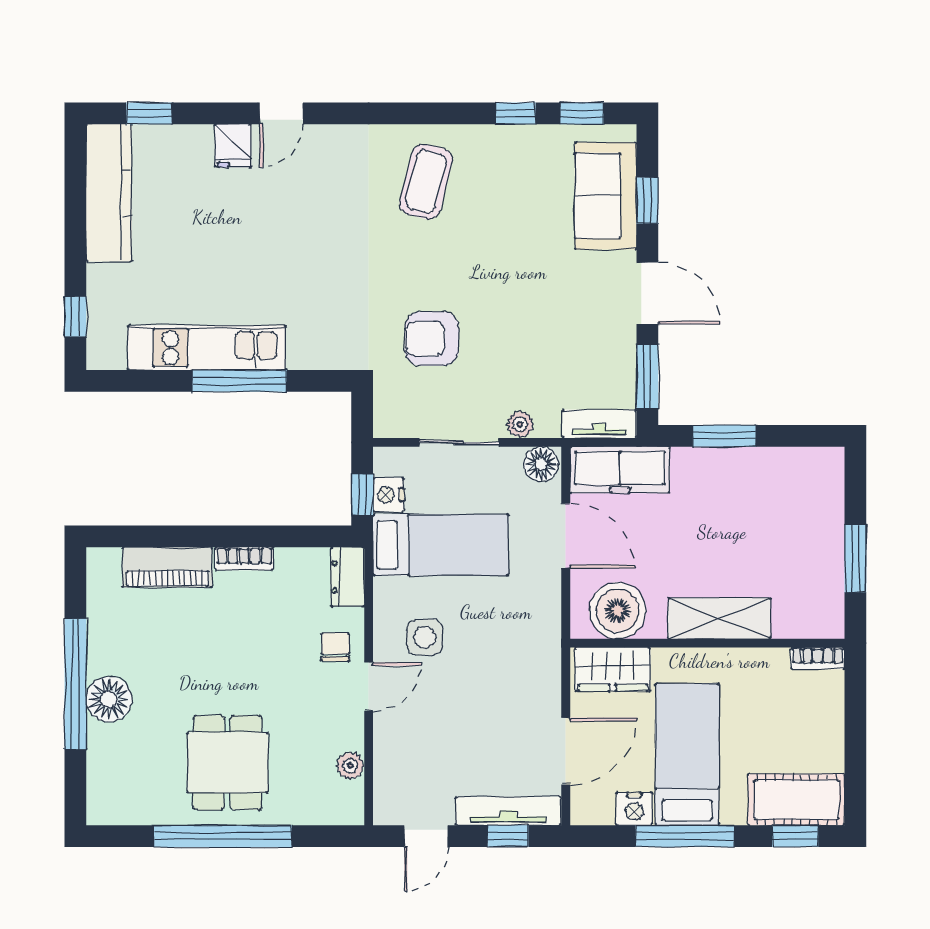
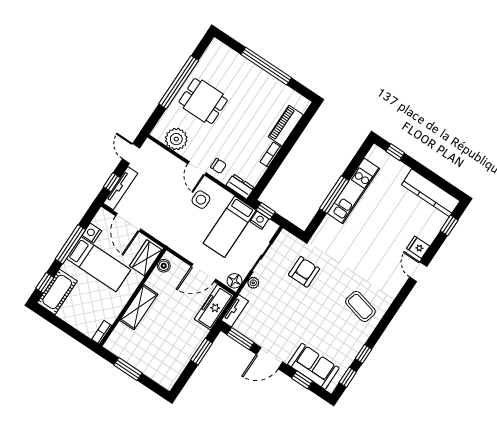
boiler: (618, 611) -> (164, 266), width x0.54, depth x0.54
floor lamp: (109, 699) -> (253, 74), removed
plant: (350, 766) -> (176, 139), width x1.88, depth x1.88

